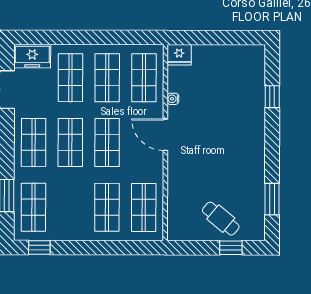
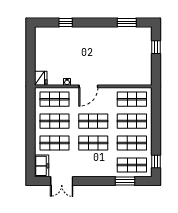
shop shelf: (34, 142) -> (132, 143), moved
cafe table: (221, 219) -> (138, 53), removed

